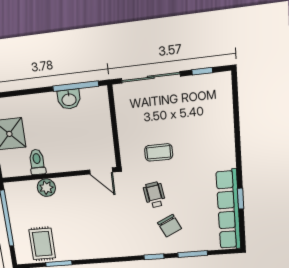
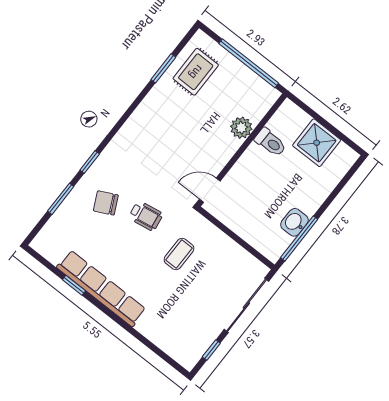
row of seats: (228, 210) -> (101, 288), moved
rug: (42, 244) -> (196, 72), turned 90

